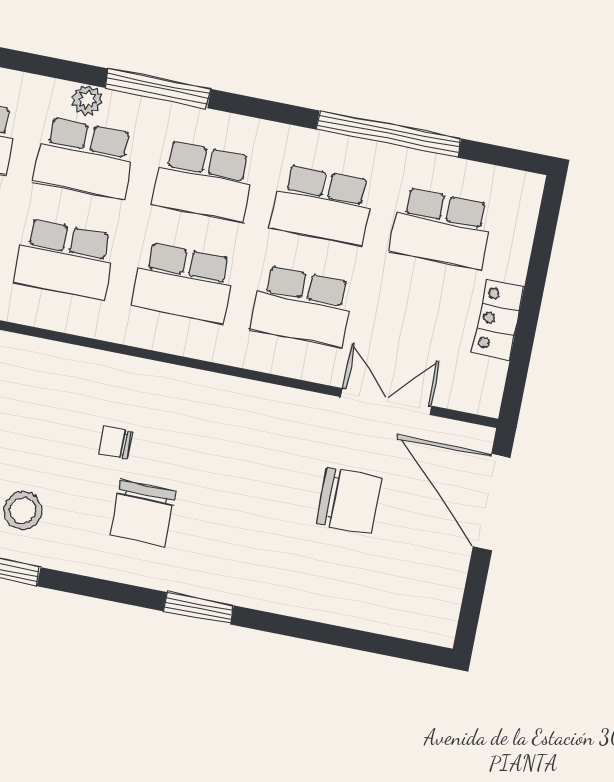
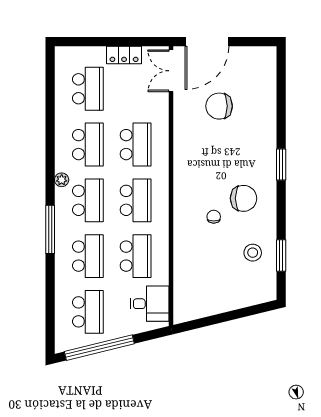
plant: (87, 100) -> (62, 180), moved
window: (389, 134) -> (50, 121), removed
double door: (386, 401) -> (171, 71), moved
chair: (116, 442) -> (214, 217), turned 180
chair: (349, 501) -> (219, 106), turned -90

